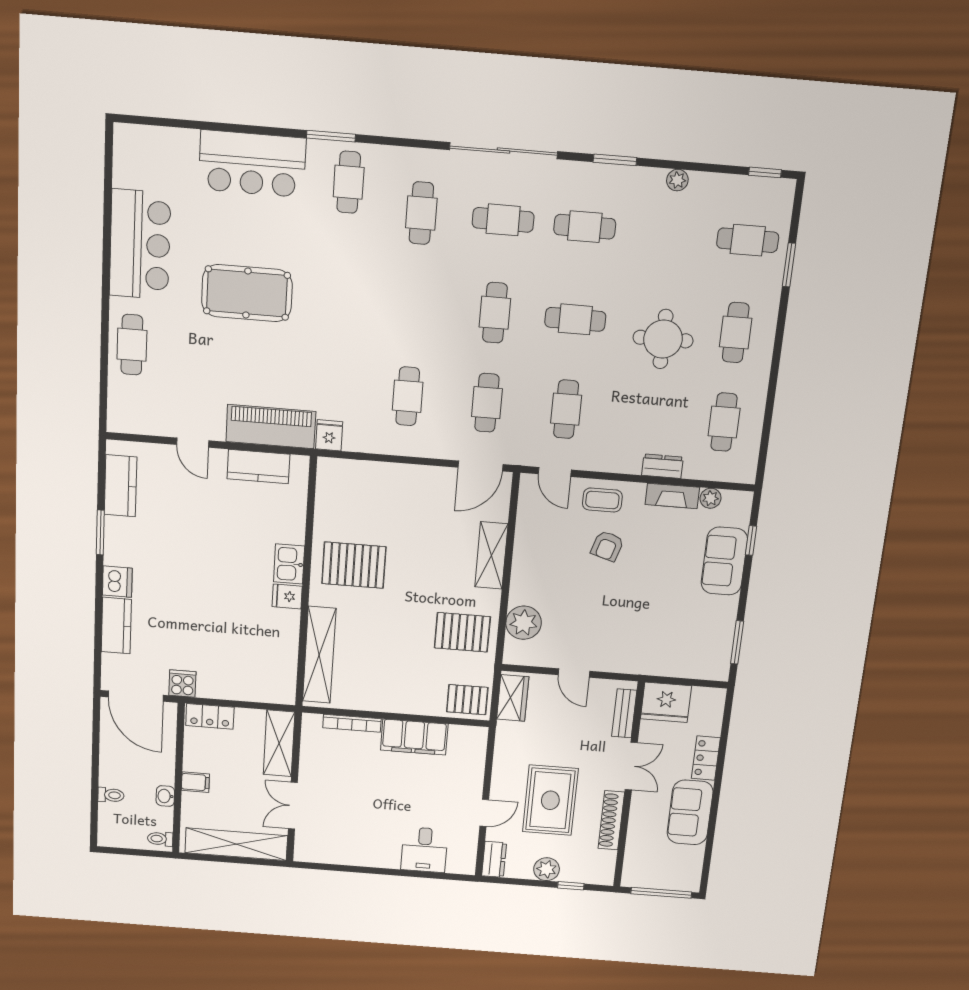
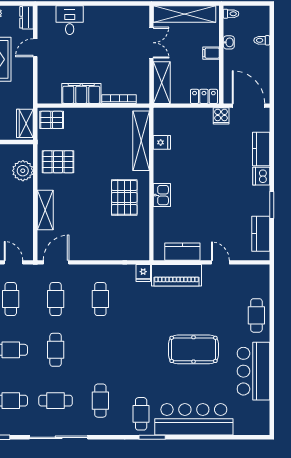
bar counter: (252, 164) -> (194, 419), width x1.36
pallet: (354, 565) -> (124, 197), turned 90
fridge: (287, 596) -> (162, 142), moved

